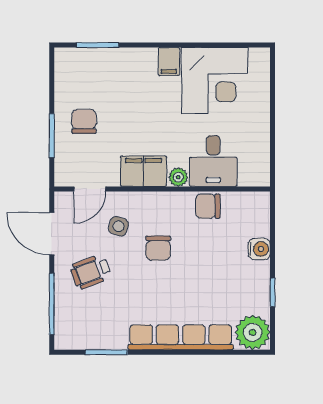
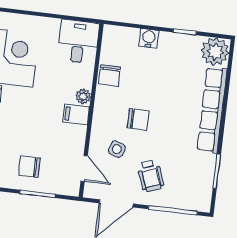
desk: (213, 161) -> (78, 42), moved, turned -90
filing cabinet: (144, 171) -> (76, 114), width x0.50

